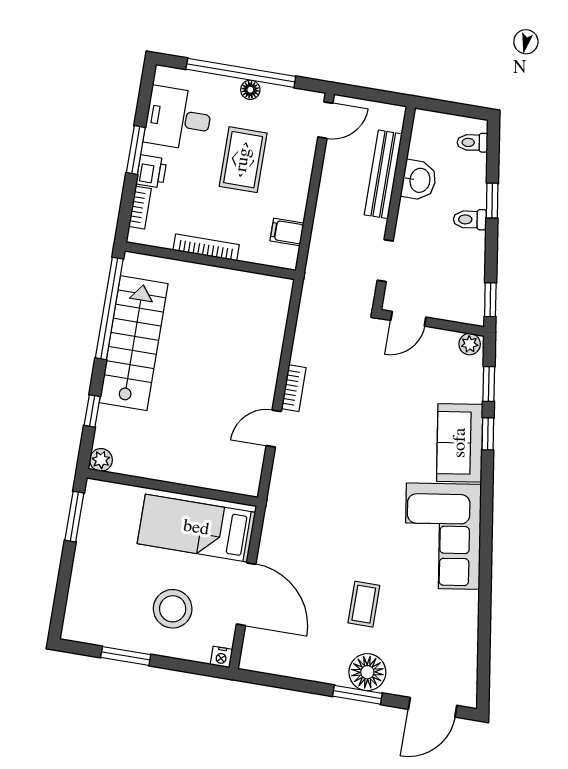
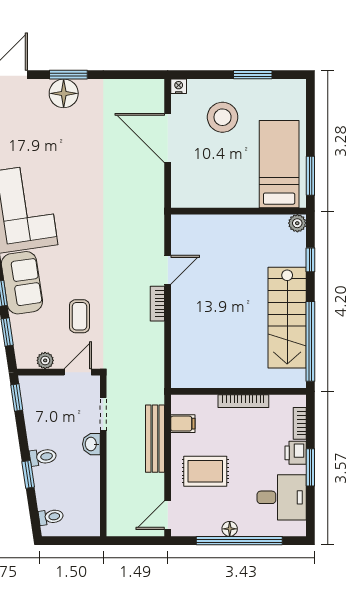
rug: (243, 160) -> (205, 471), moved, turned 90
bench: (383, 174) -> (155, 439), moved
washbasin: (419, 180) -> (91, 444), moved, width x0.72, depth x0.69
plant: (470, 344) -> (45, 360), moved
bed: (196, 528) -> (279, 164), moved, turned -90
coffee table: (364, 604) -> (79, 316), moved

